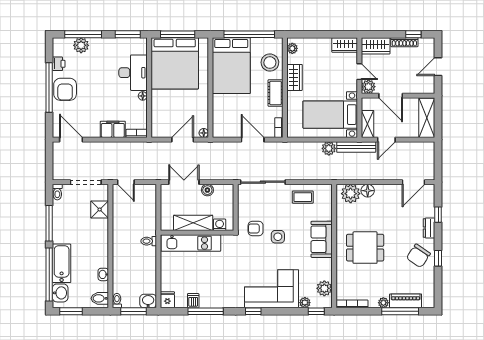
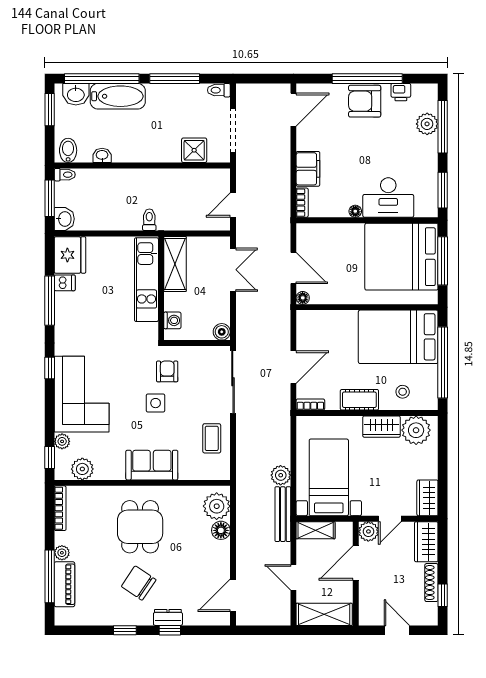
plant: (292, 48) -> (416, 430), width x1.88, depth x1.88
stool: (270, 63) -> (403, 392), width x0.53, depth x0.53
door: (386, 140) -> (293, 577), moved
door: (126, 182) -> (233, 205), moved
door: (413, 182) -> (233, 595), hinge flipped
boiler: (207, 190) -> (222, 332), moved
window: (438, 215) -> (170, 630), moved
shelving: (193, 223) -> (175, 264), moved
chair: (418, 256) -> (139, 583), moved
fridge: (167, 300) -> (70, 255), width x1.88, depth x1.34

